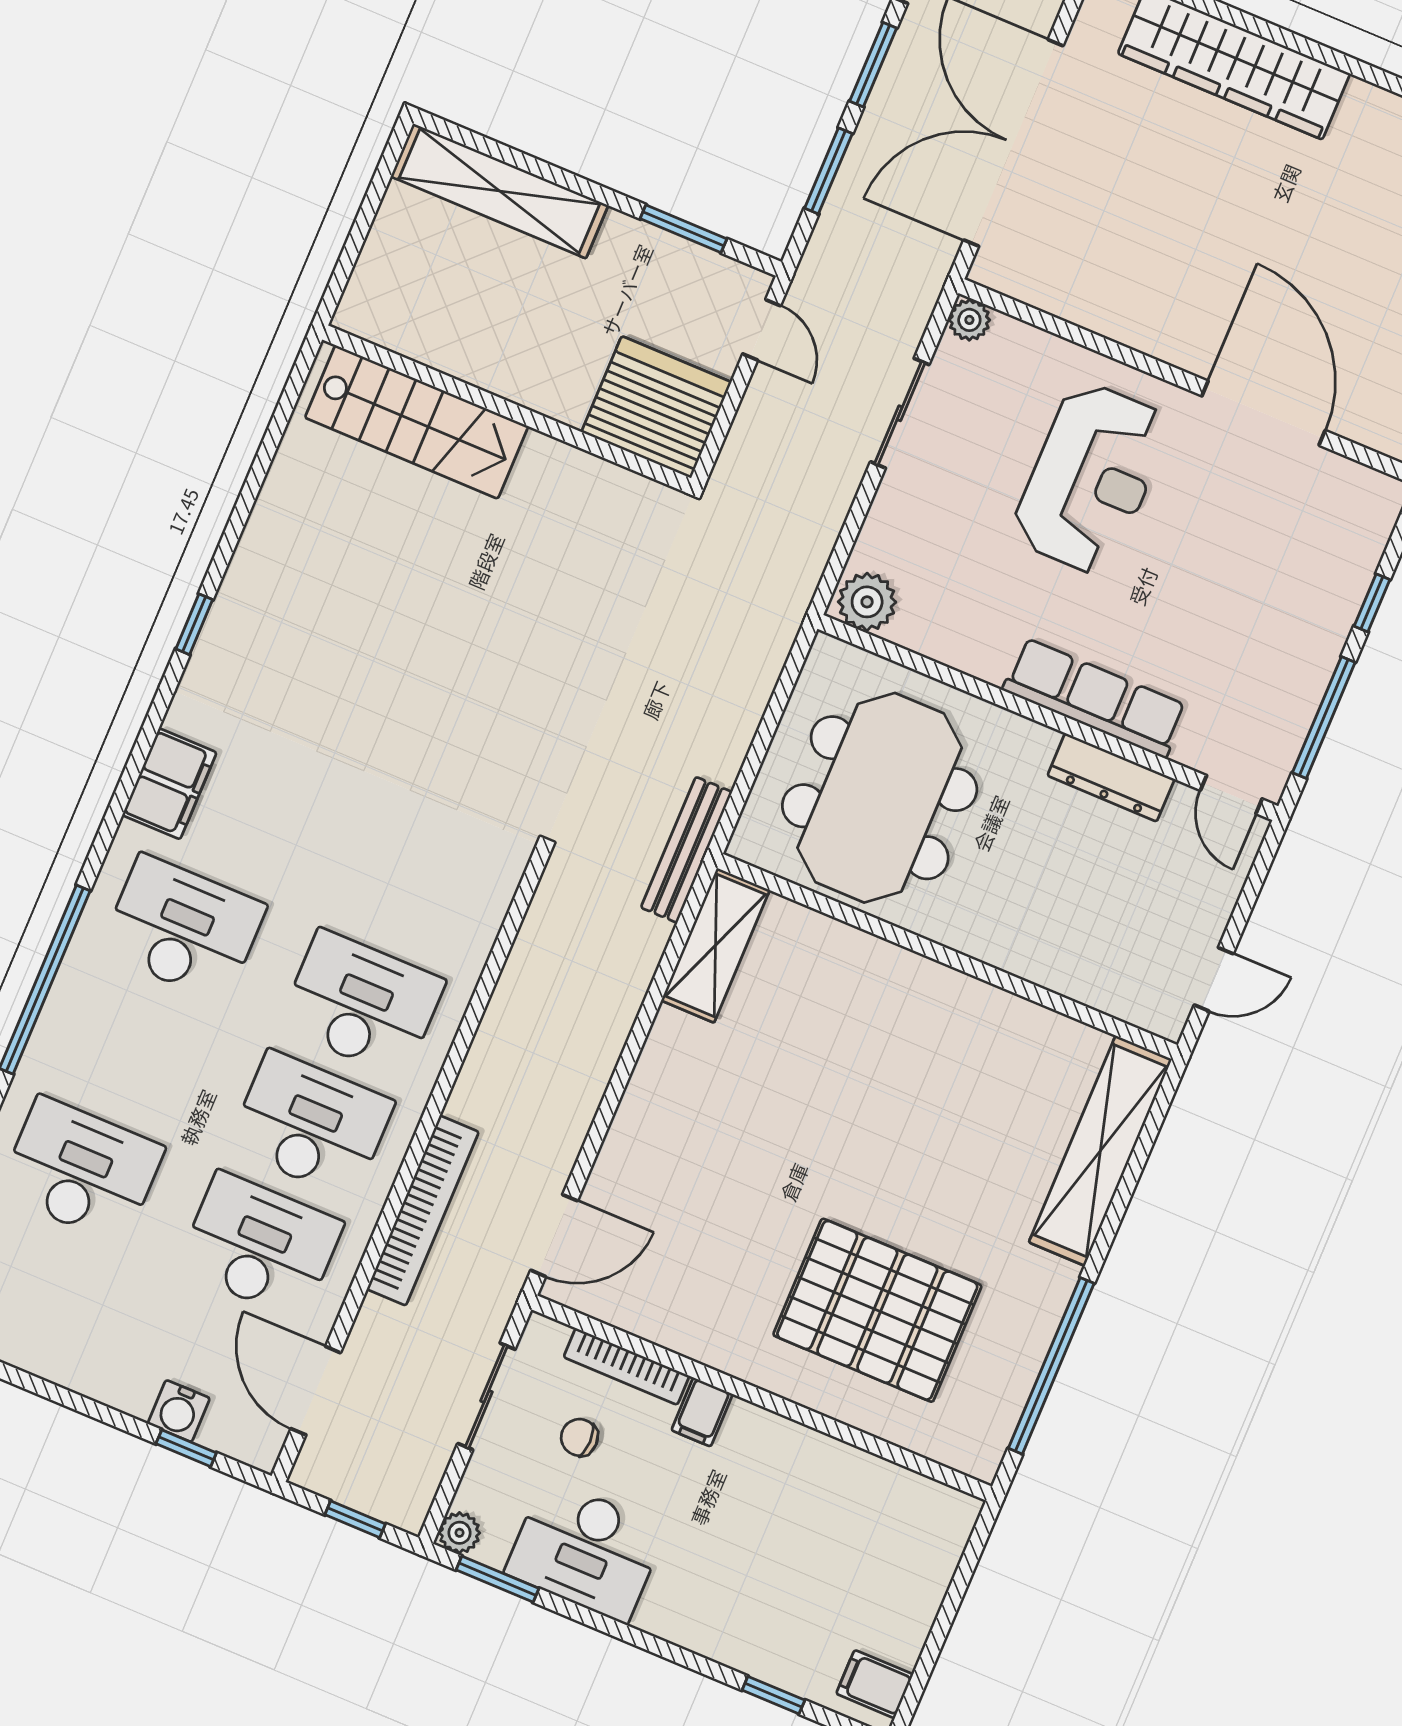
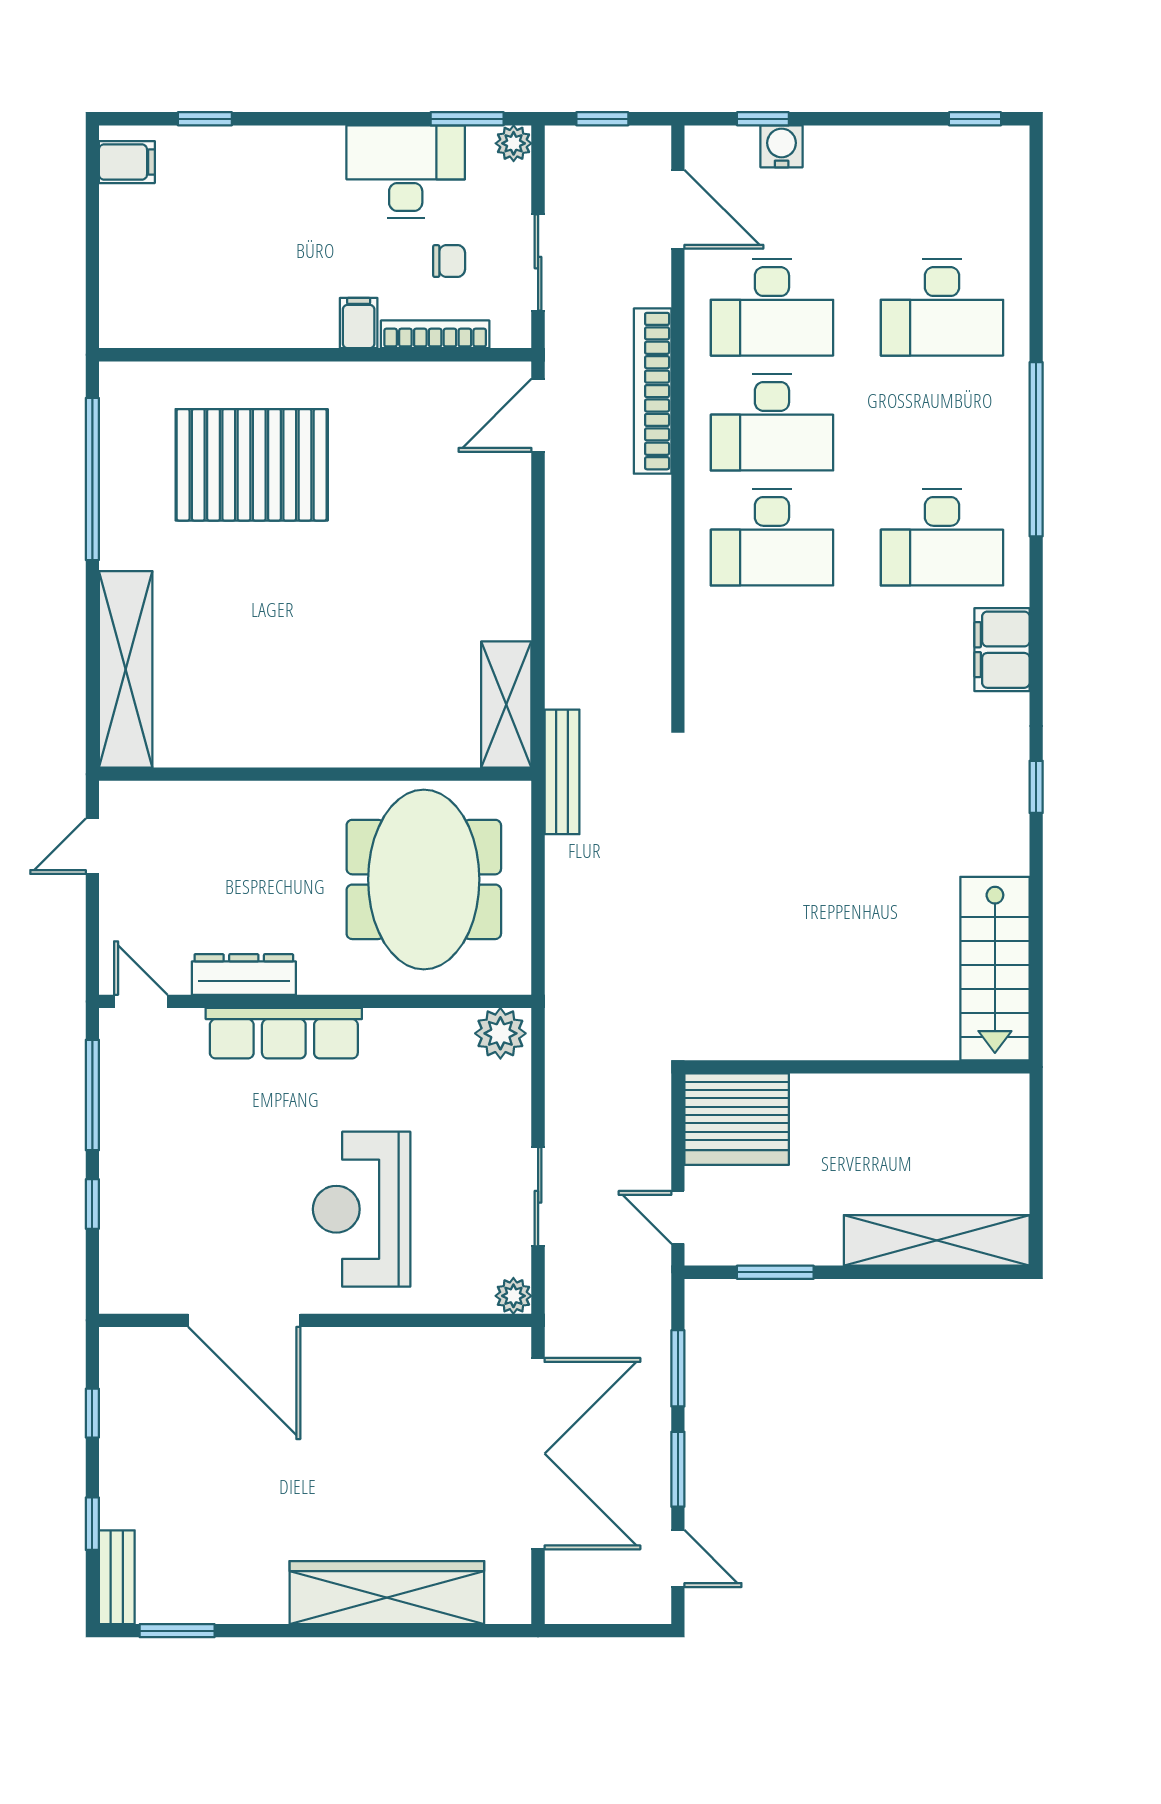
stairs: (417, 422) -> (995, 969), moved, turned -90

